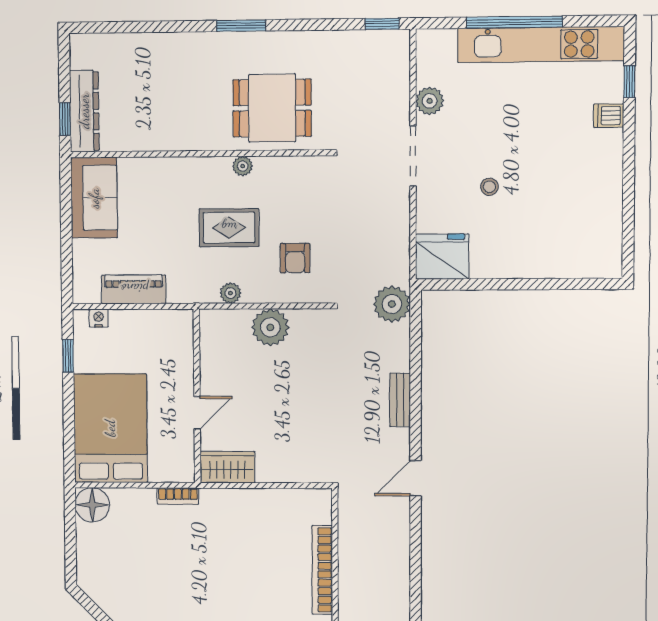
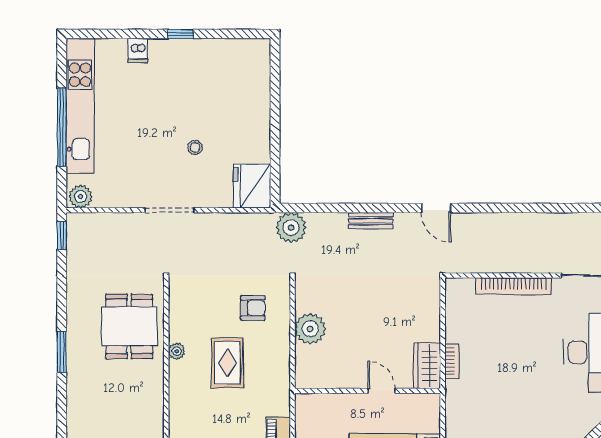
window: (629, 82) -> (181, 34), moved
plant: (430, 101) -> (81, 197), moved
plant: (230, 293) -> (282, 362), removed
bookcase: (178, 496) -> (452, 361), moved

